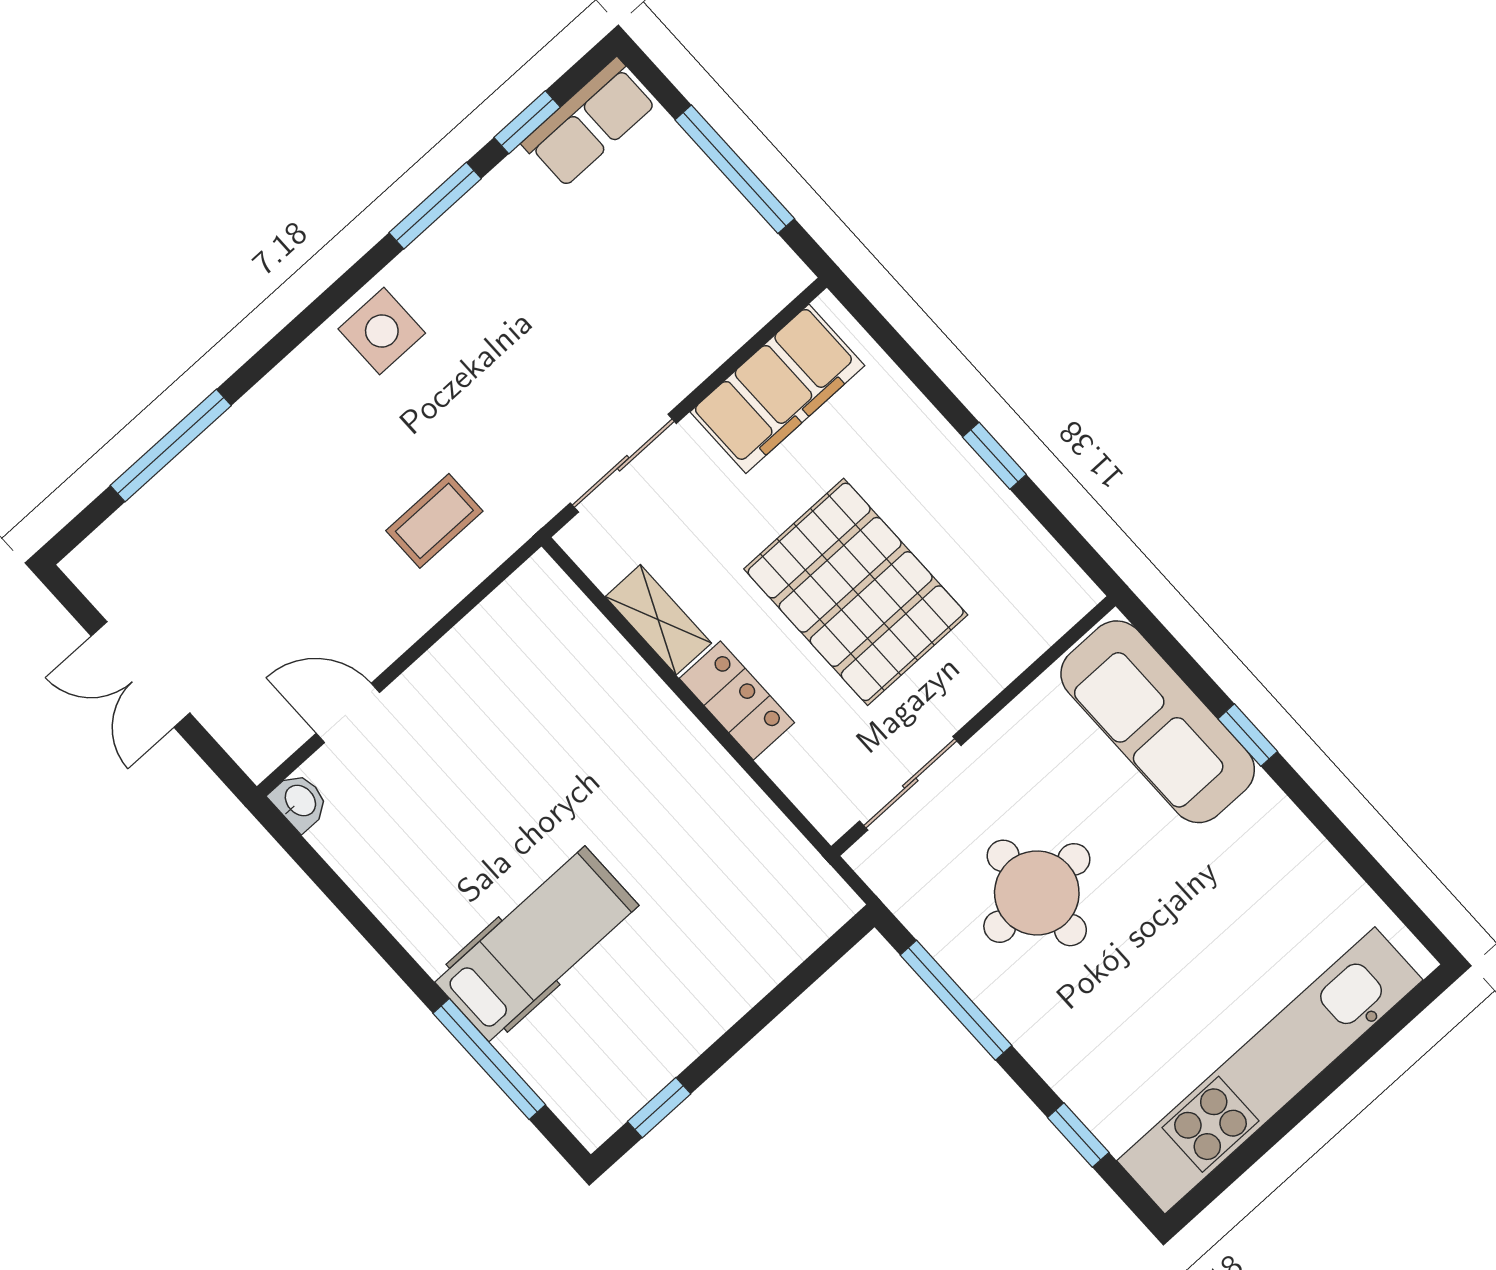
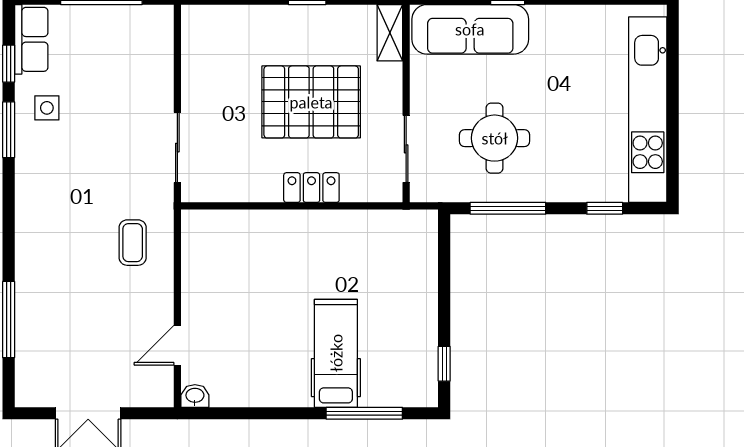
side table: (382, 331) -> (47, 108), moved, width x0.73, depth x0.73
filing cabinet: (777, 389) -> (203, 60), removed
shelving: (658, 620) -> (390, 33), moved, turned 90

